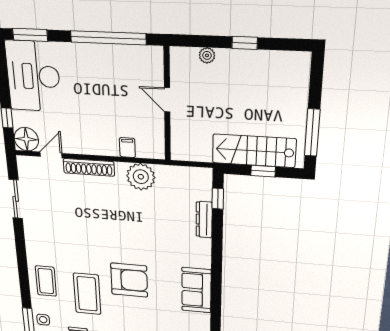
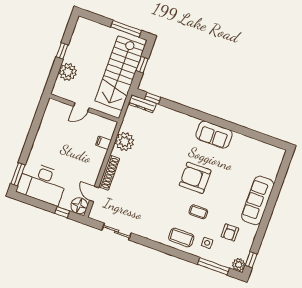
window: (108, 38) -> (34, 128), removed
plant: (207, 55) -> (68, 72), width x1.87, depth x1.87
stairs: (254, 151) -> (120, 73), width x1.36, depth x1.51
dresser: (204, 220) -> (142, 104), moved
armchair: (129, 280) -> (195, 178), turned -90
coffee table: (87, 294) -> (198, 212), width x0.54, depth x0.58
side table: (43, 320) -> (207, 243), moved

